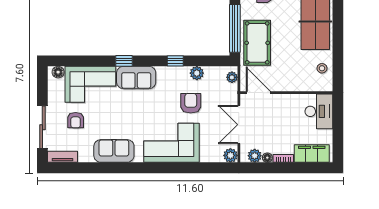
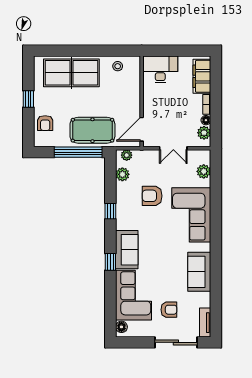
plant: (197, 73) -> (122, 174), moved
double door: (239, 125) -> (173, 148), width x0.73
plant: (230, 155) -> (204, 171), moved

